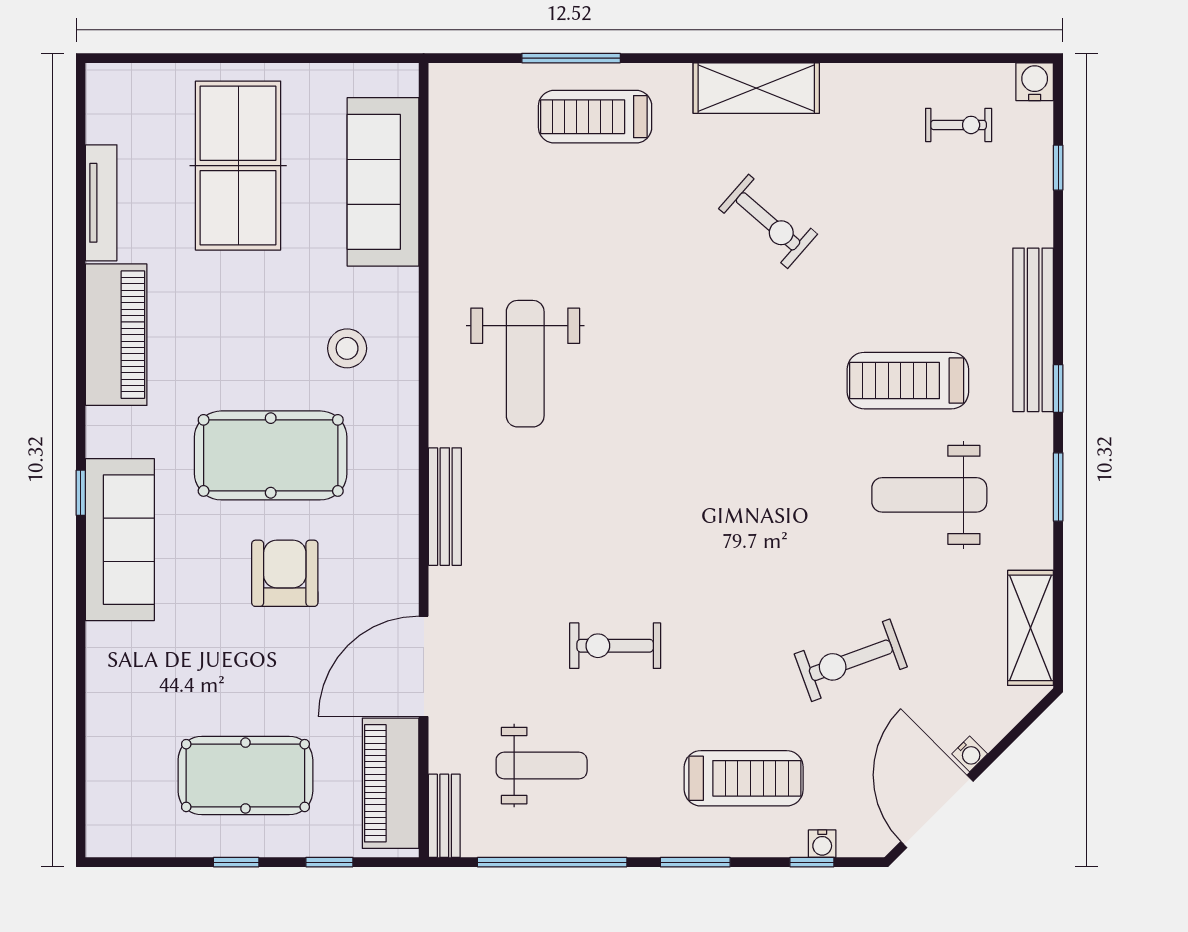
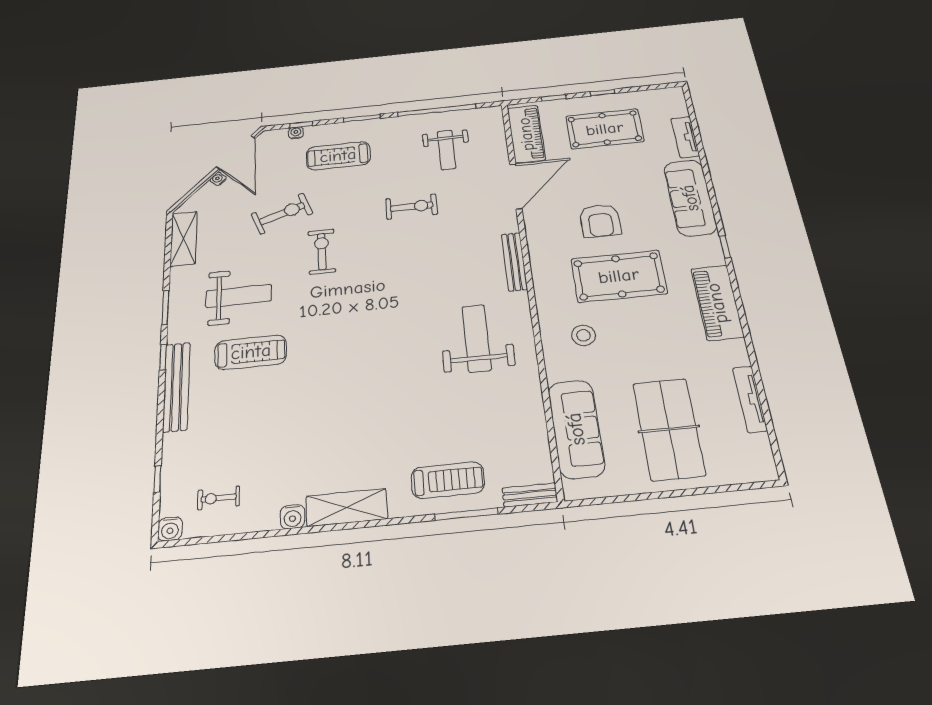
water cooler: (842, 82) -> (292, 517), added
exercise bike: (768, 221) -> (322, 252), moved, turned 49
piano: (116, 335) -> (717, 303), moved
sofa: (120, 540) -> (690, 198), moved
tv unit: (103, 737) -> (685, 137), added
weight bench: (542, 766) -> (447, 150), turned -90
bench: (444, 816) -> (530, 495), moved, turned 90

